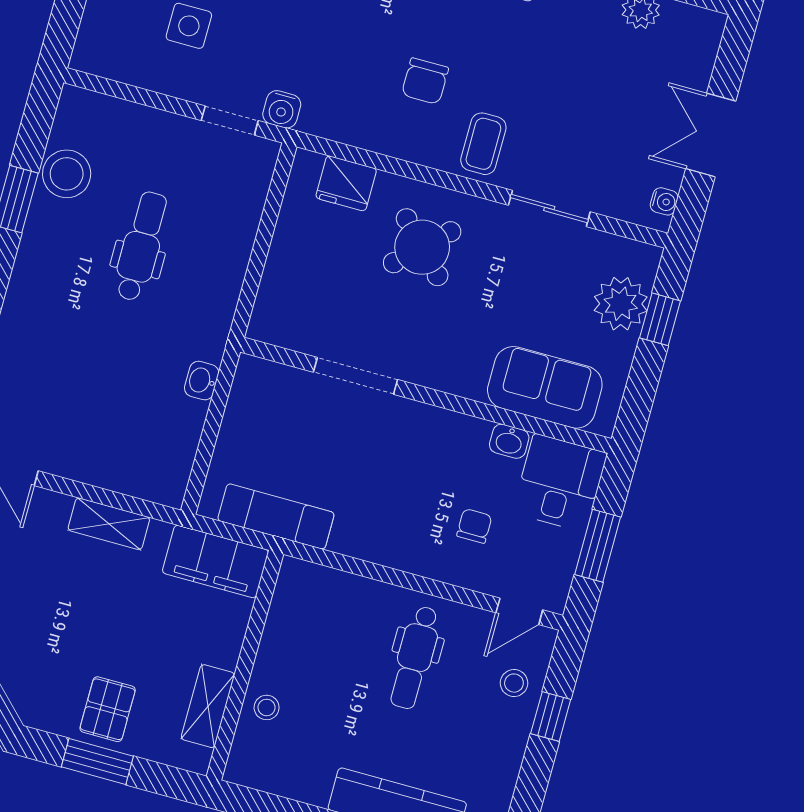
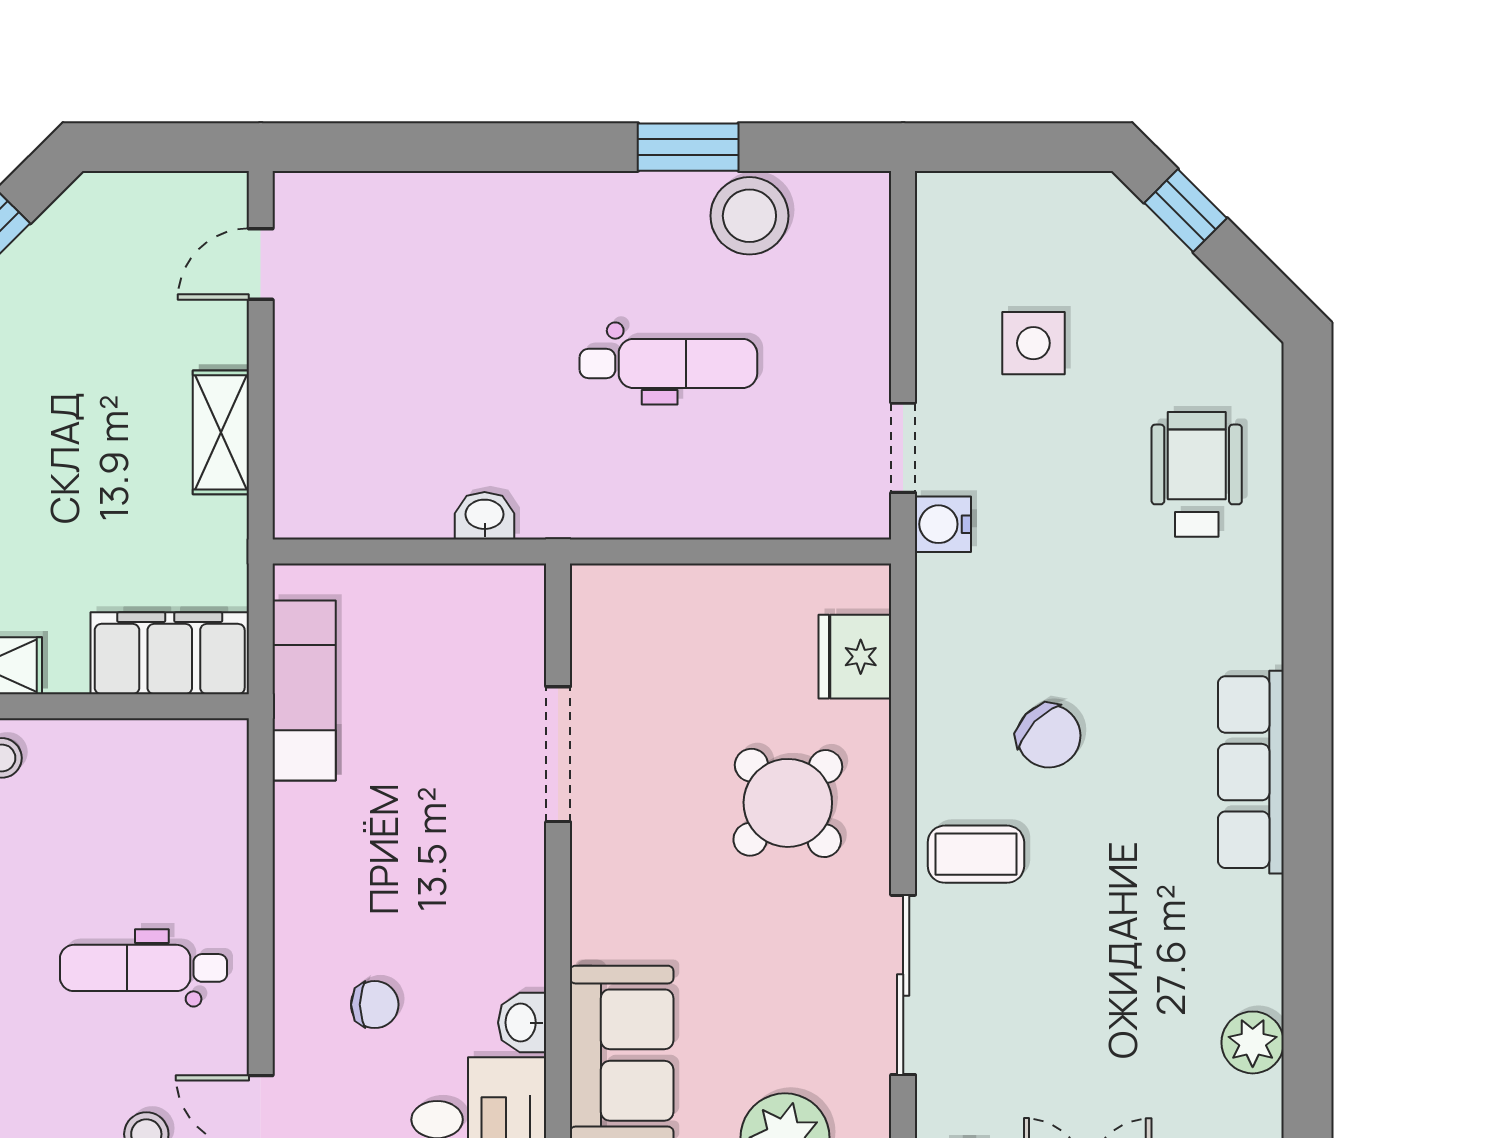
chair: (425, 81) -> (1049, 736), turned -136
sliding door: (549, 208) -> (903, 985), width x1.37
filing cabinet: (215, 561) -> (170, 653), moved, turned 90

